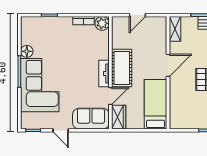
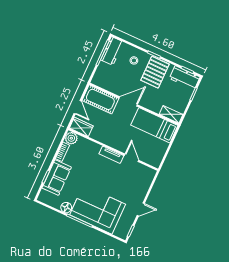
shelving: (175, 29) -> (171, 114), moved
door: (168, 65) -> (128, 101), hinge flipped
cot: (122, 68) -> (100, 99), moved
wardrobe: (119, 117) -> (81, 127), moved
sofa: (91, 119) -> (57, 178), moved, turned 180

